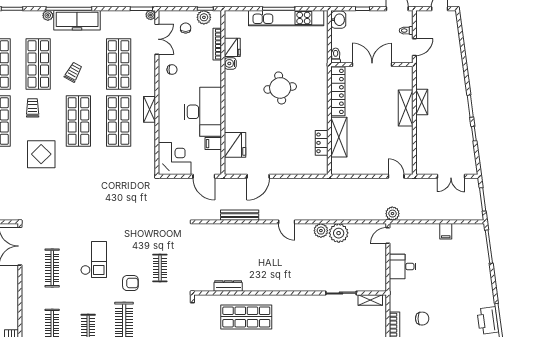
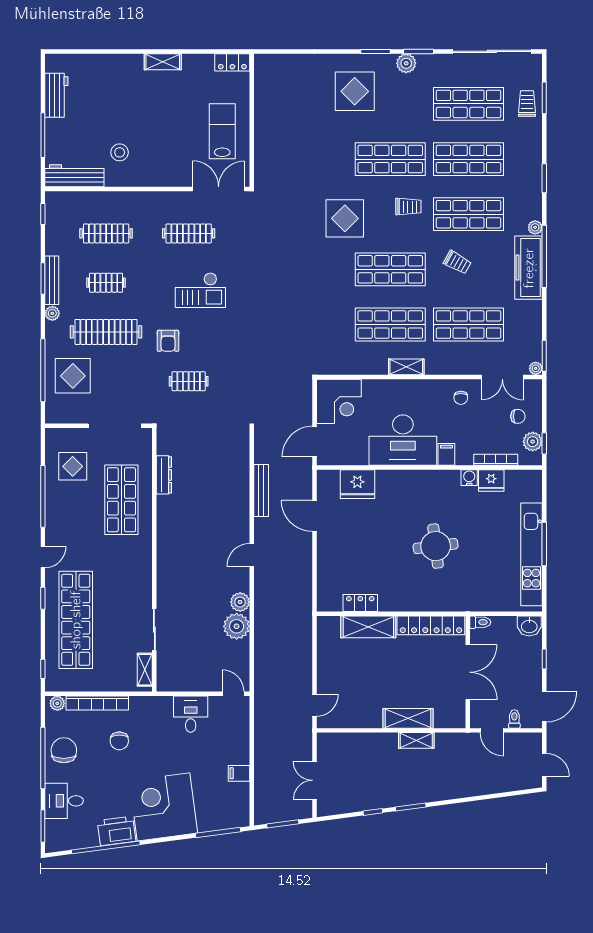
filing cabinet: (213, 144) -> (446, 454), moved
plant: (392, 214) -> (263, 700), removed
corner desk: (470, 286) -> (163, 807), added

